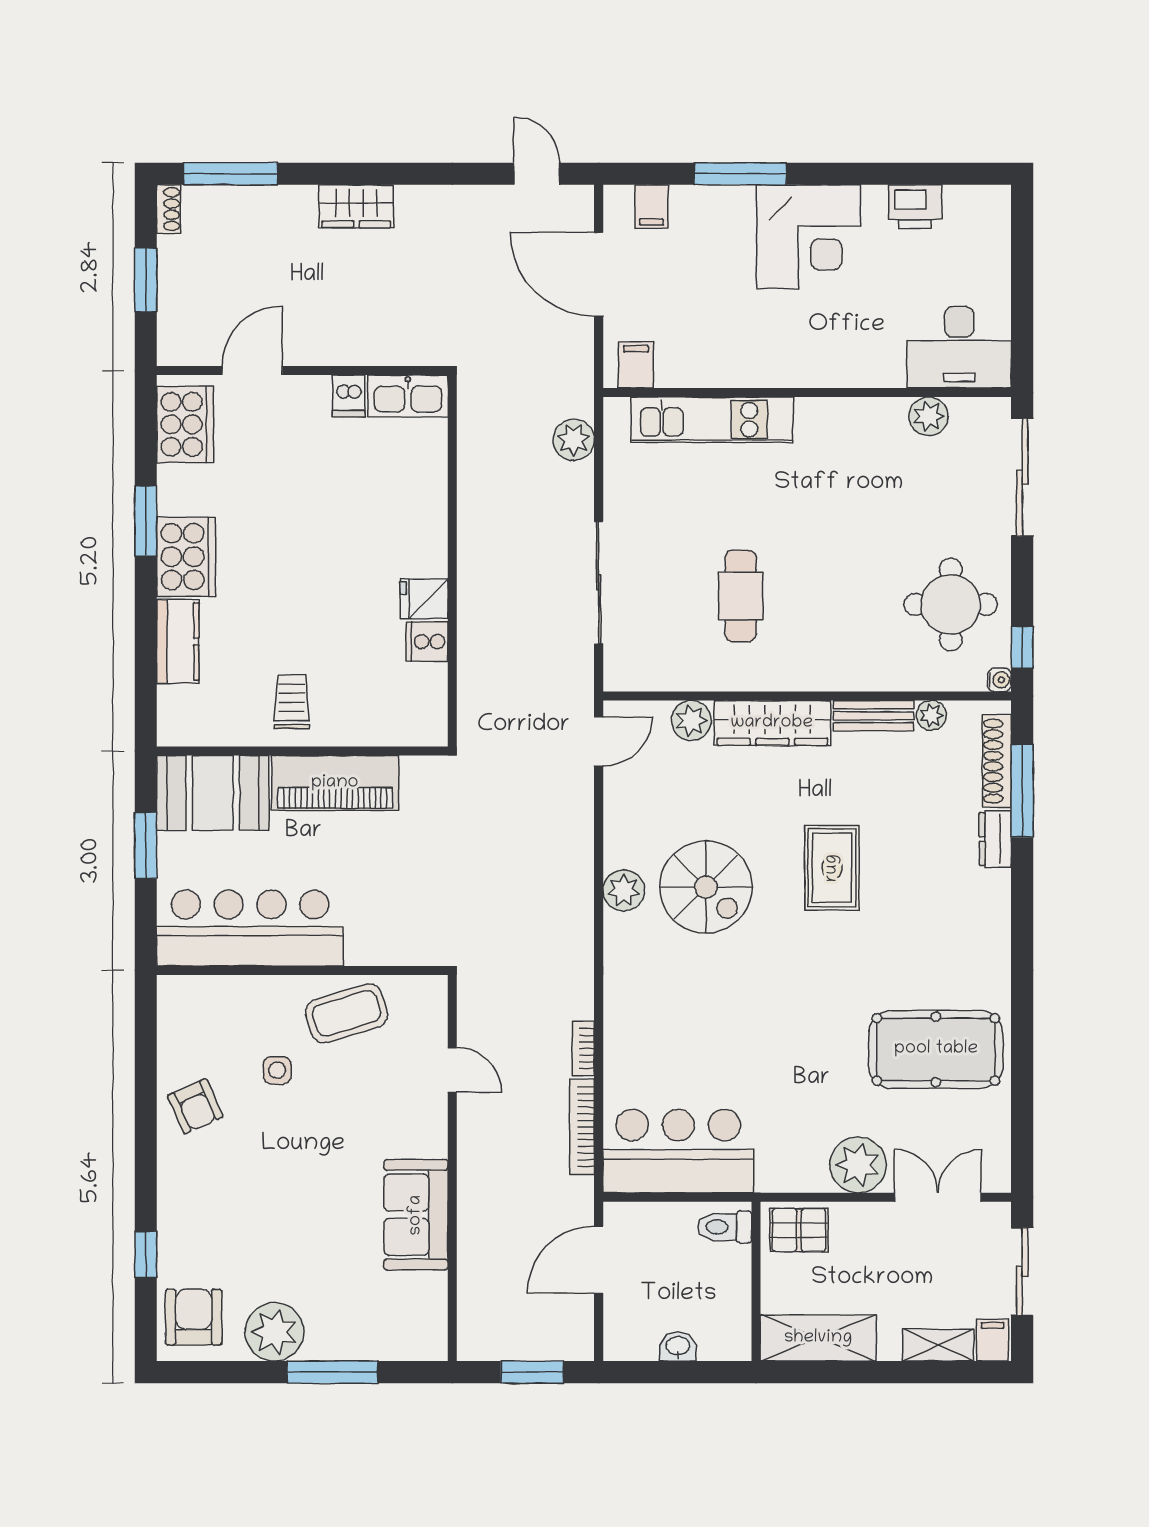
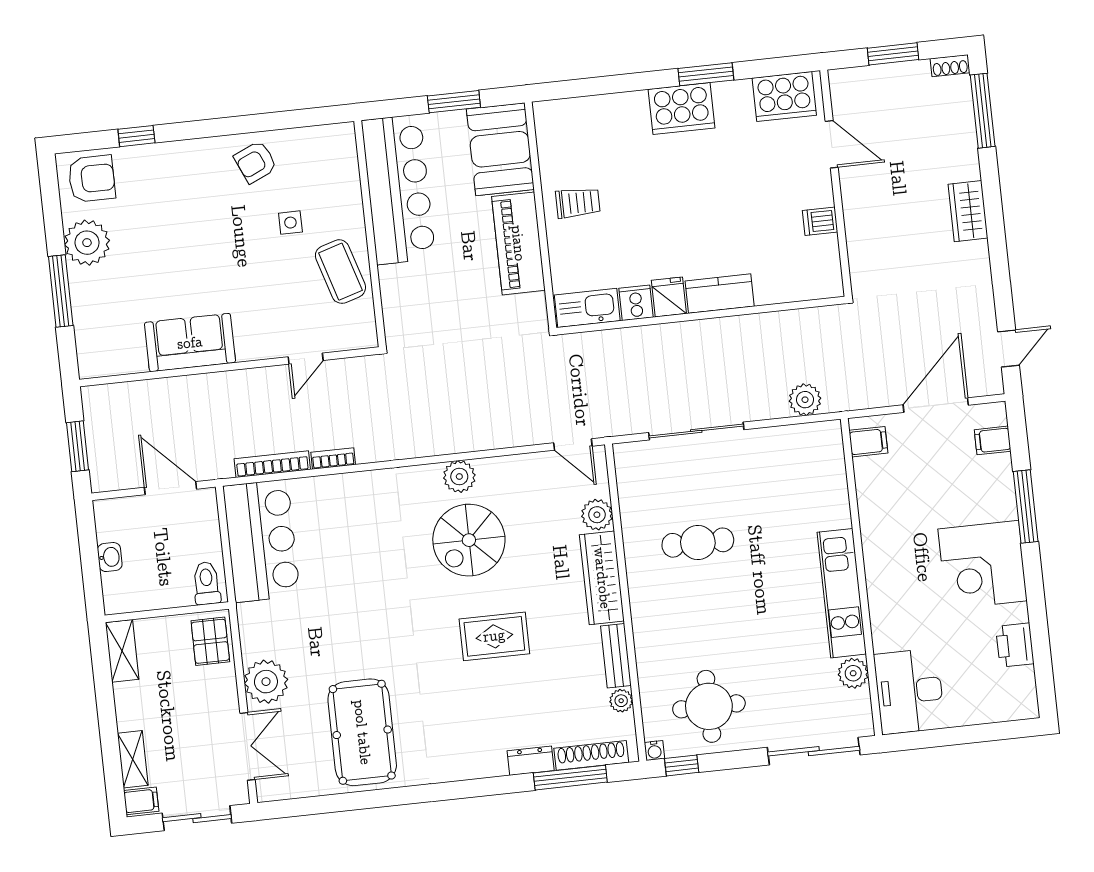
kitchen sink: (408, 396) -> (587, 308), moved, turned 90
kitchen unit: (712, 420) -> (842, 593), moved
kitchen counter: (178, 641) -> (720, 294), moved, turned 180
shelving: (818, 1338) -> (122, 651), width x0.67, depth x0.75

